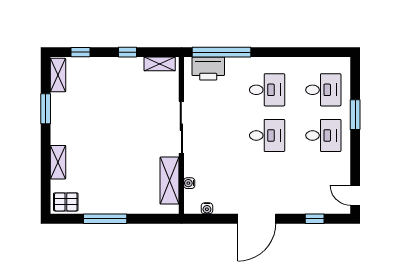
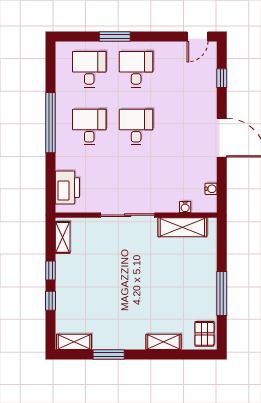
window: (80, 52) -> (50, 301), moved
window: (221, 52) -> (50, 123), moved

